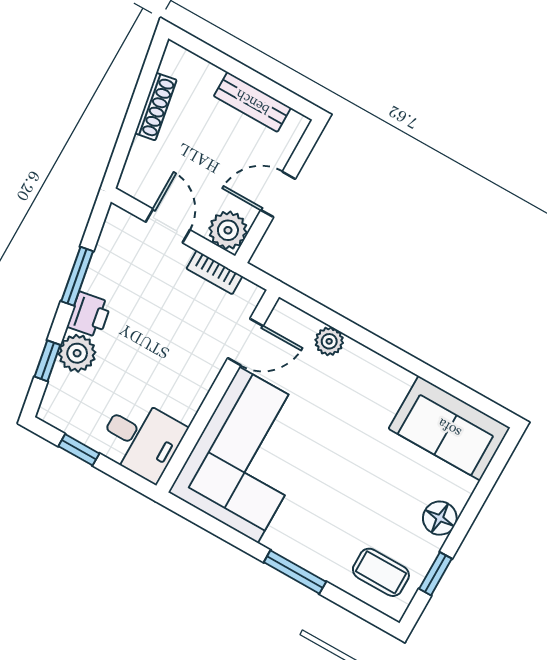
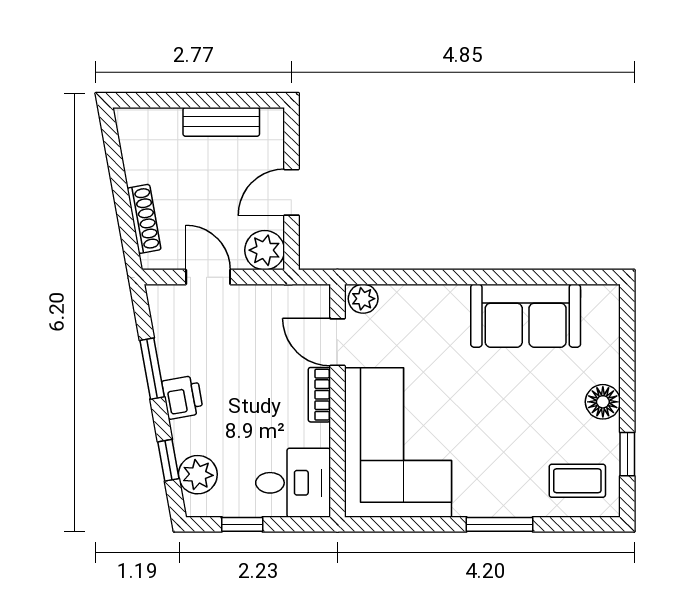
shoe rack: (156, 107) -> (144, 219), moved
bookcase: (214, 272) -> (319, 395), moved, turned 90
plant: (329, 341) -> (363, 299), moved
door: (245, 342) -> (337, 342), swing flipped
plant: (77, 353) -> (198, 475), moved
sofa: (449, 428) -> (526, 316), moved

